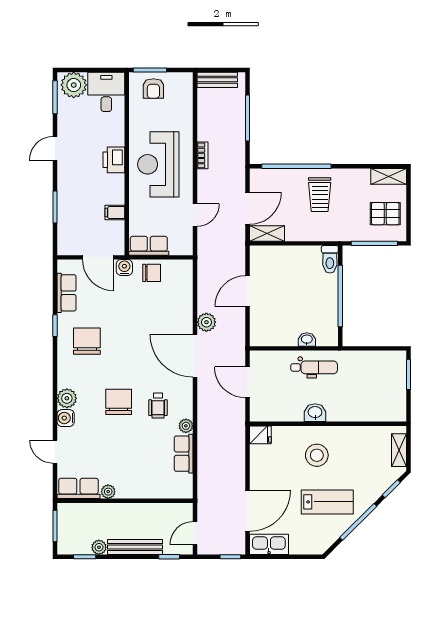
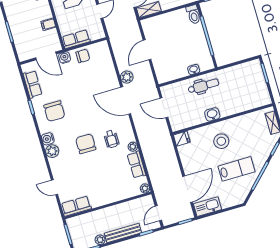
chair: (87, 341) -> (54, 111), turned 180
water cooler: (66, 418) -> (48, 139), moved
plant: (108, 492) -> (145, 188), moved

